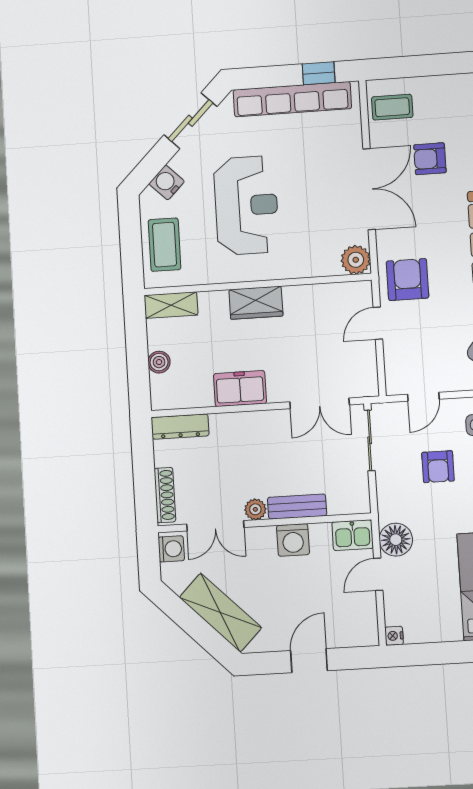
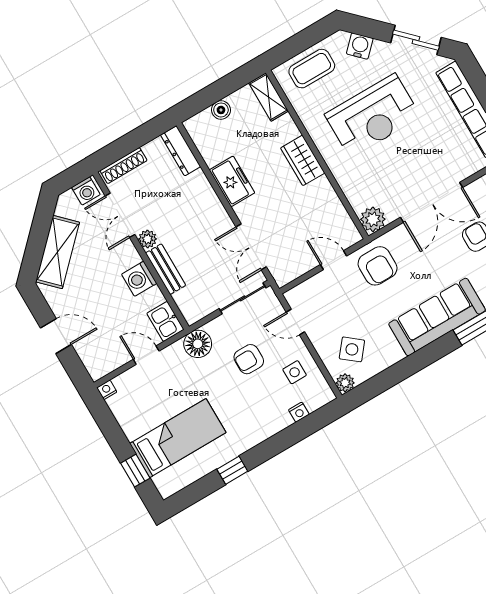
armchair: (408, 280) -> (378, 266), turned 90
floor lamp: (396, 540) -> (198, 344), moved

